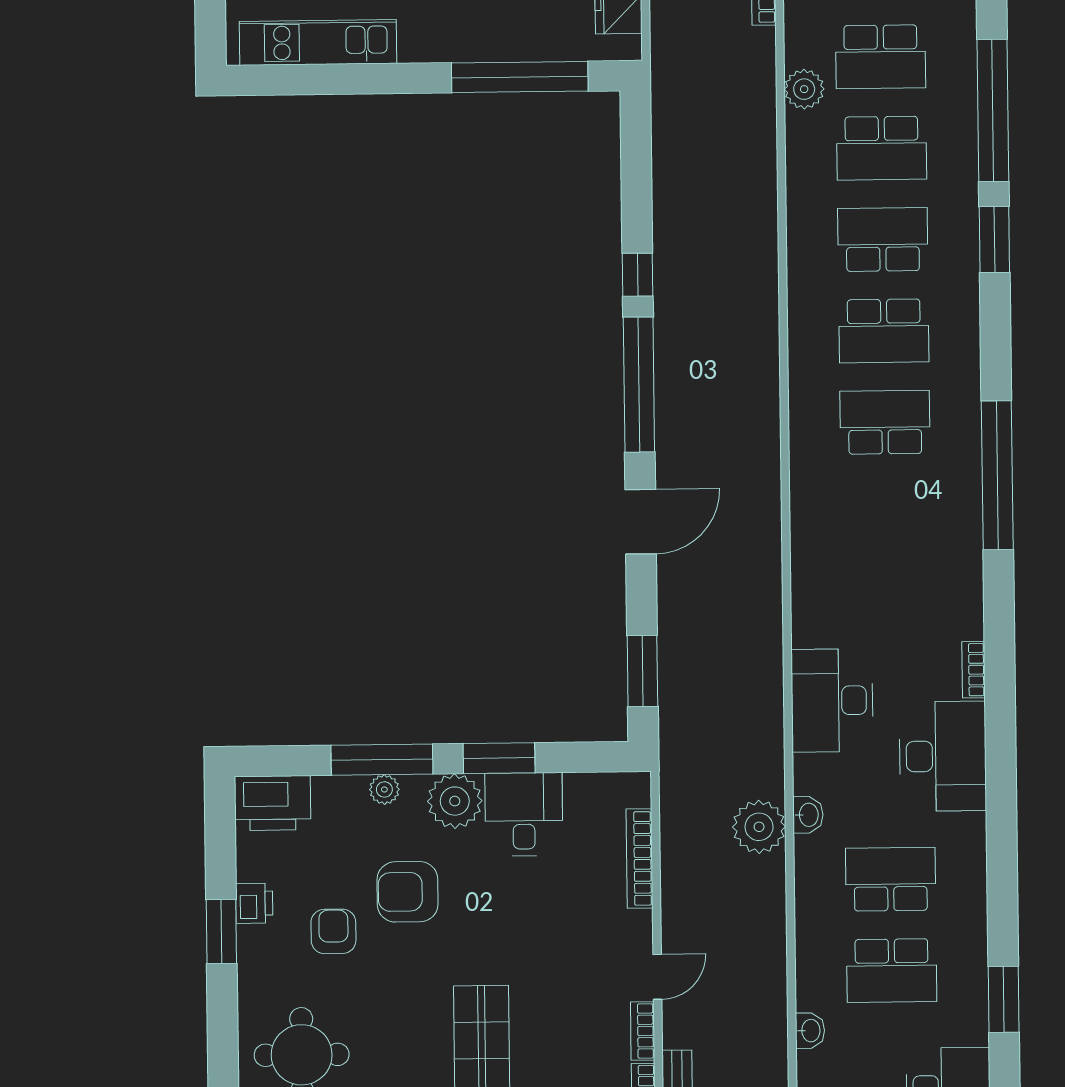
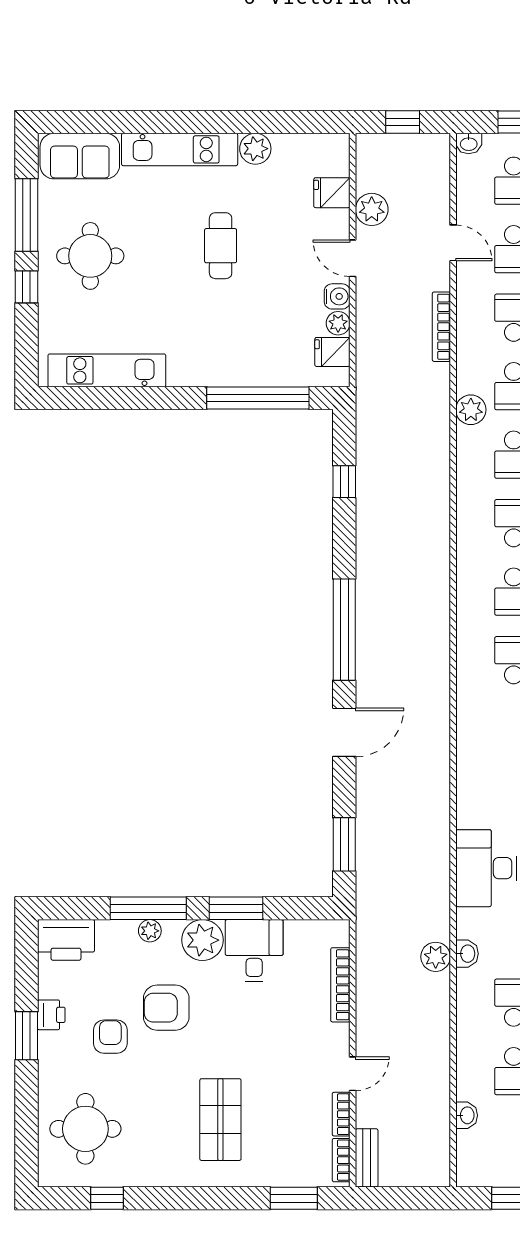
window: (638, 275) -> (344, 482), moved
plant: (759, 827) -> (436, 957), width x0.73, depth x0.73

